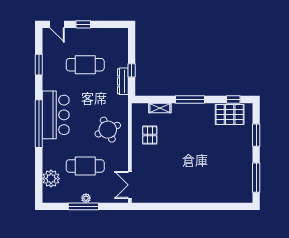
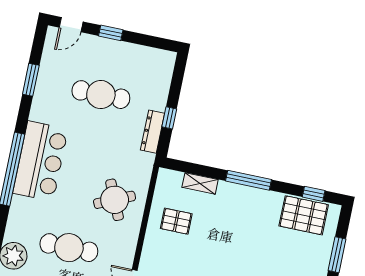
door: (57, 24) -> (71, 25), hinge flipped
pallet: (150, 135) -> (176, 221), turned 90

